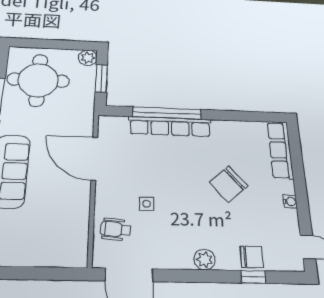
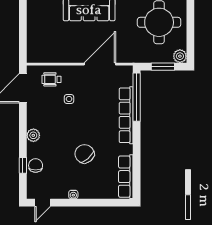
window: (167, 113) -> (137, 97), moved
row of seats: (280, 150) -> (126, 177), moved, turned -90
wheelchair: (116, 229) -> (51, 79), turned -95
chair: (252, 257) -> (36, 165), turned 180

